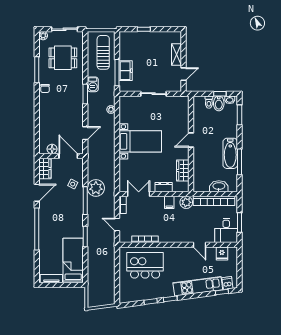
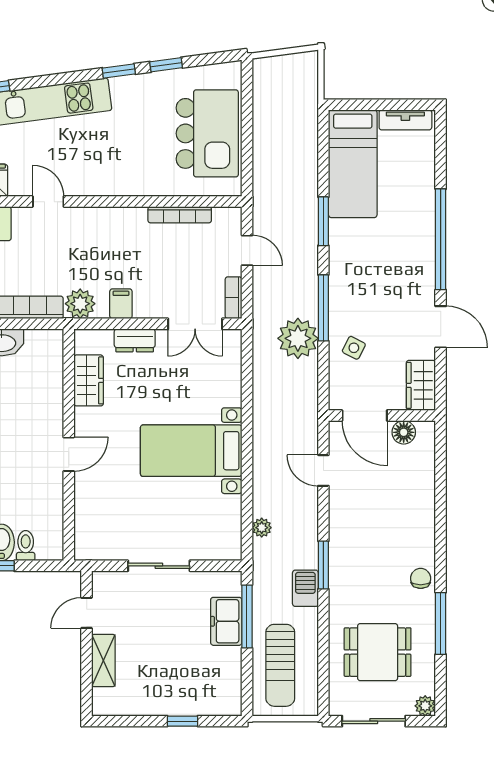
door: (85, 133) -> (323, 470), hinge flipped
door: (37, 193) -> (441, 327), swing flipped
kitchen island: (145, 265) -> (207, 133), moved, turned -90

